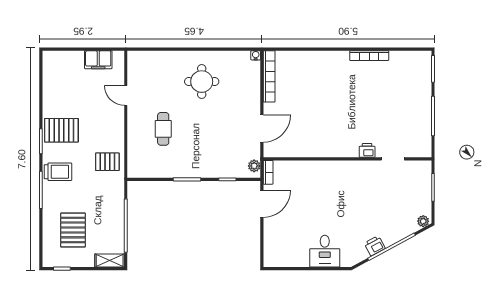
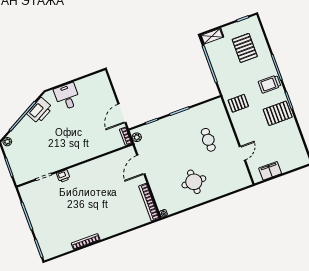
door: (126, 96) -> (242, 153), hinge flipped
printer: (375, 246) -> (40, 111), width x1.87, depth x1.48

